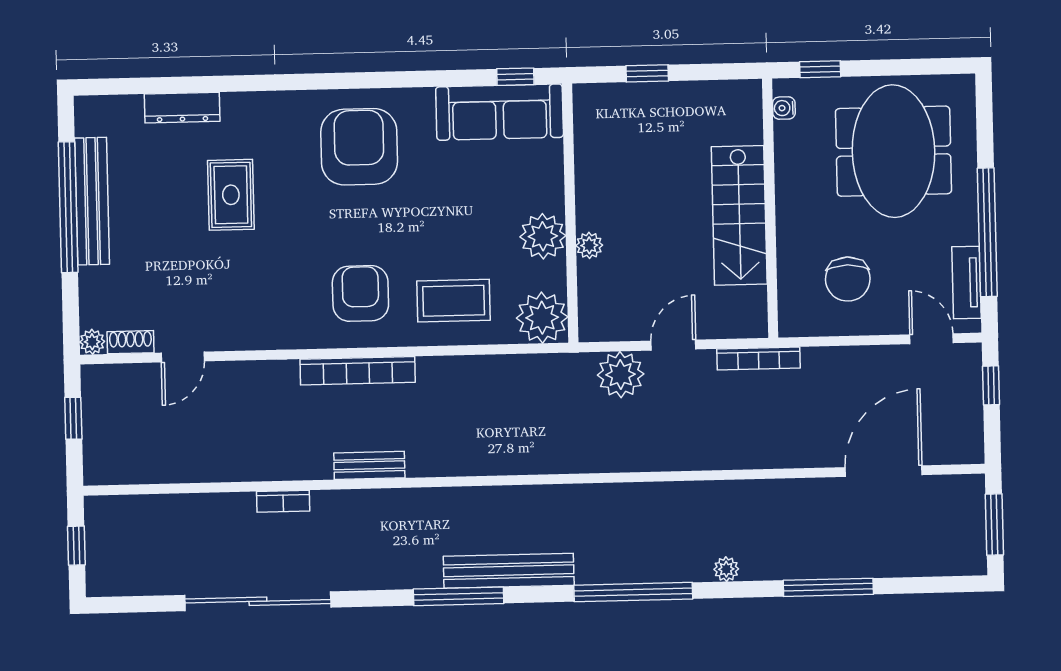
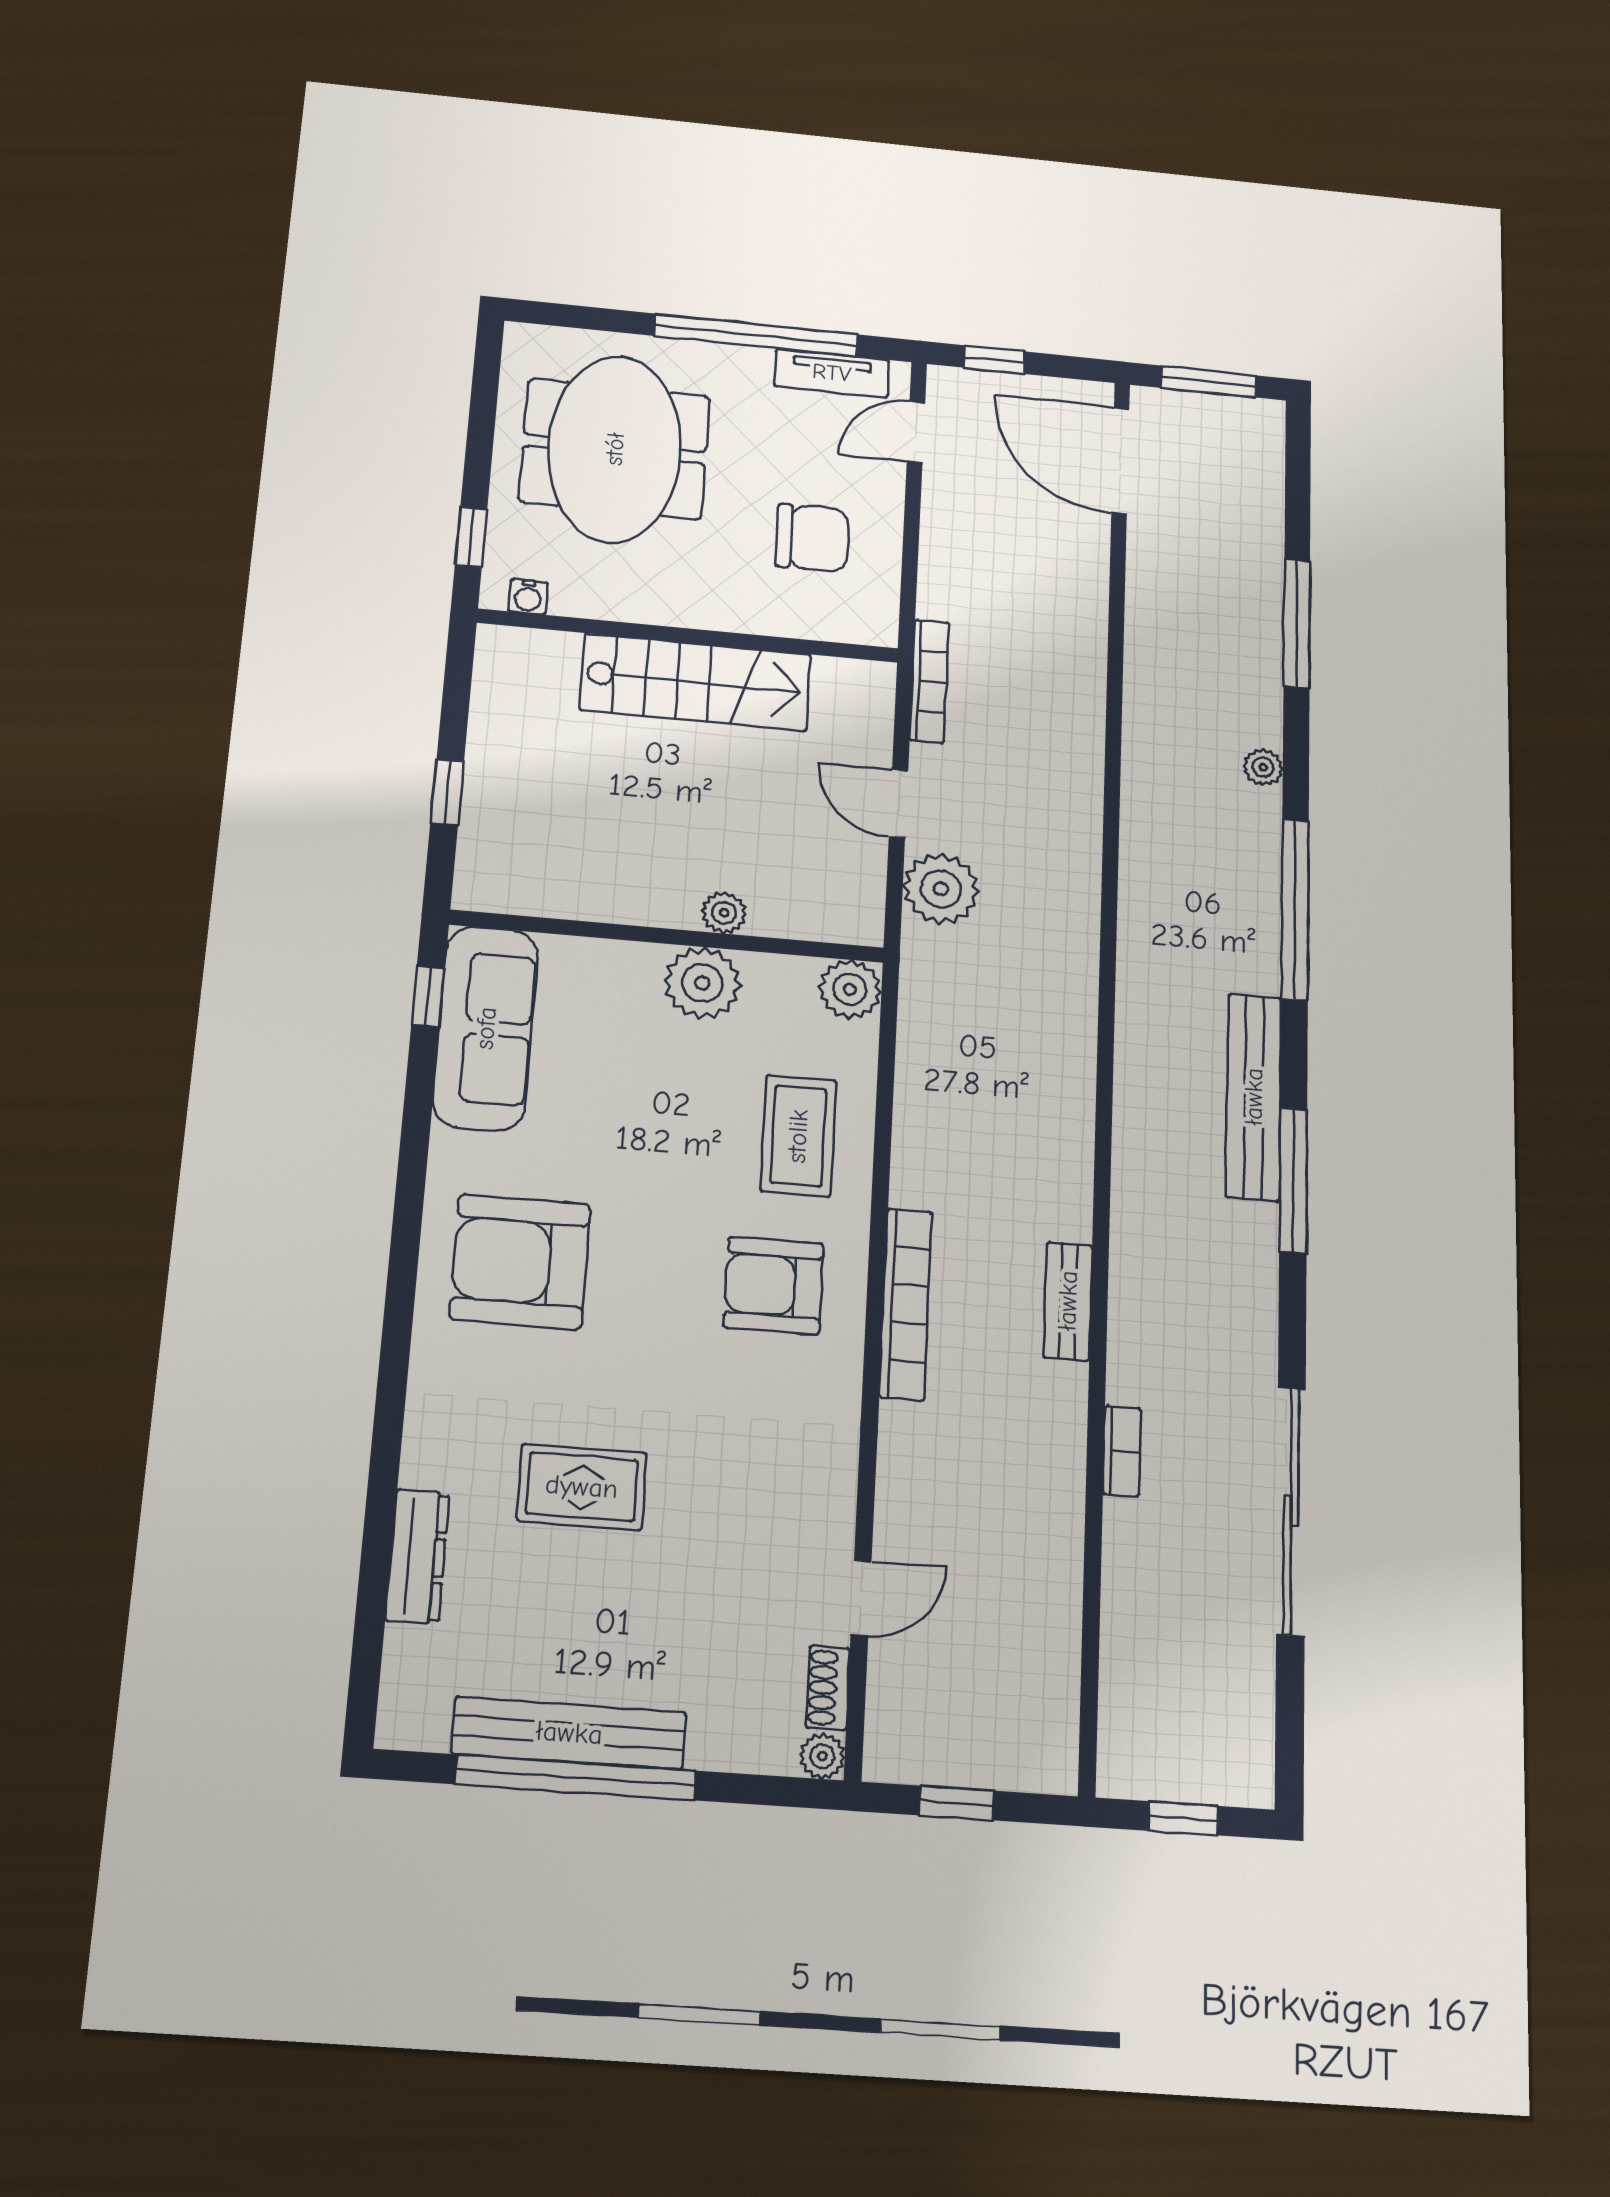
meeting table: (893, 151) -> (615, 449), turned 90
plant: (542, 318) -> (850, 989), width x0.73, depth x0.73
door: (183, 357) -> (861, 1598), hinge flipped
door: (884, 471) -> (1120, 461), moved

